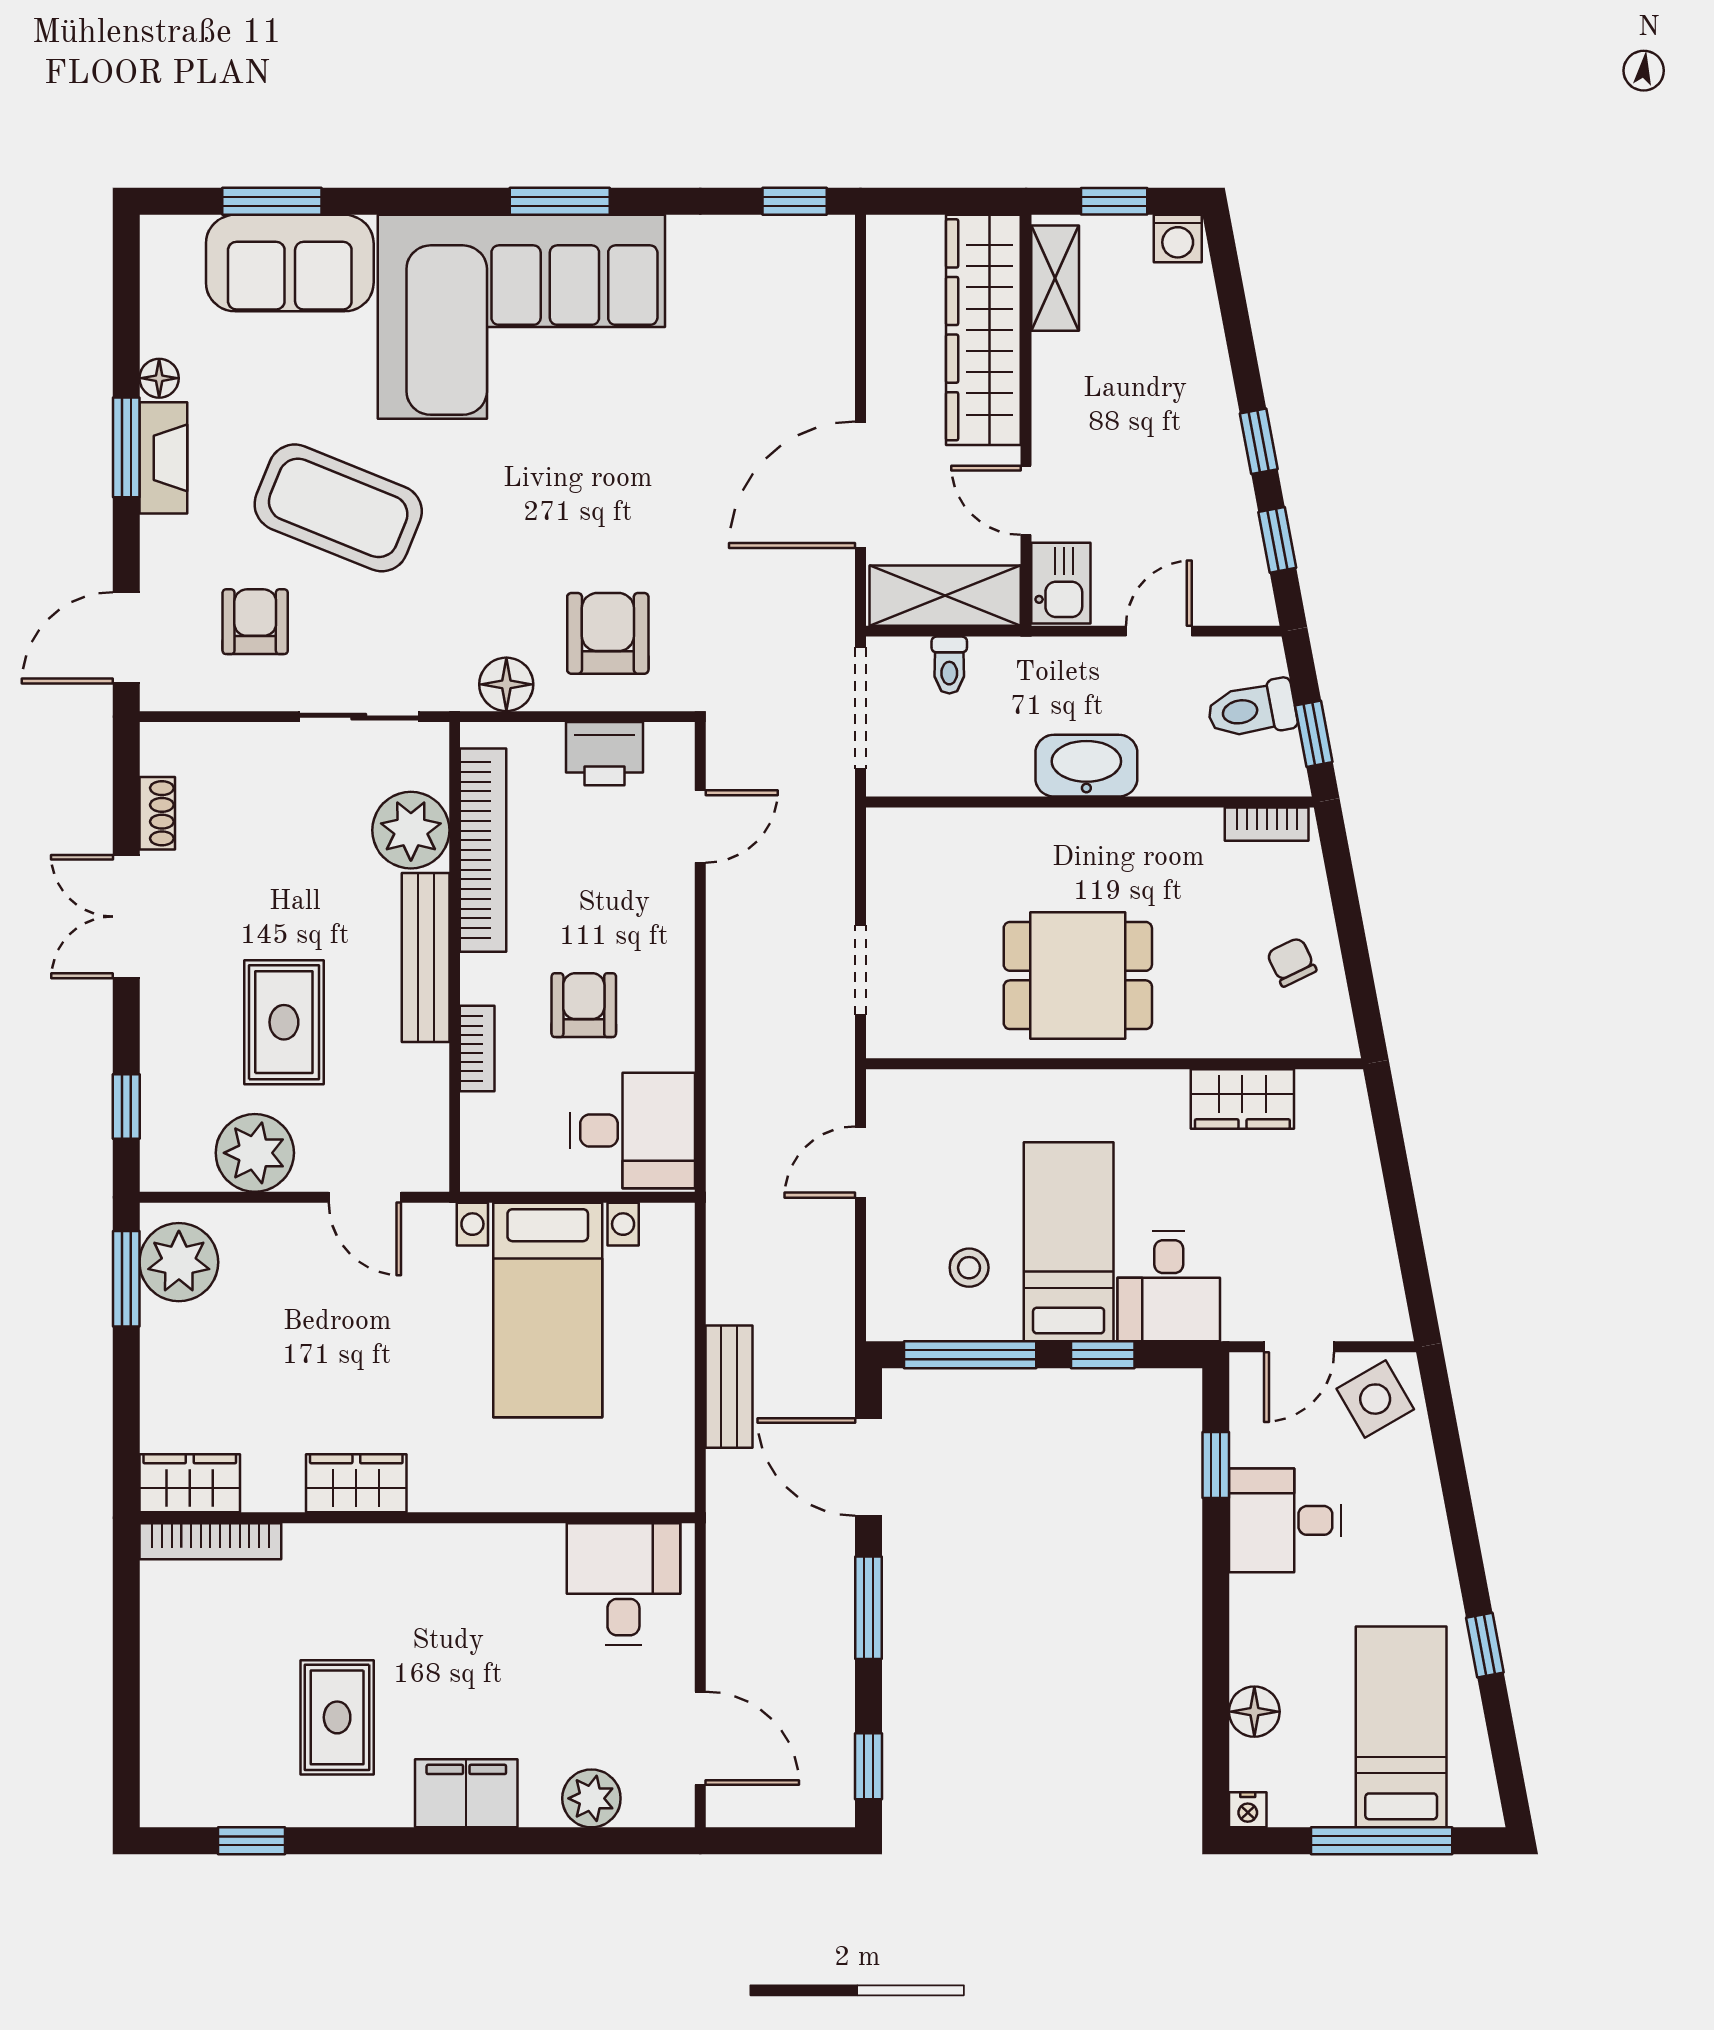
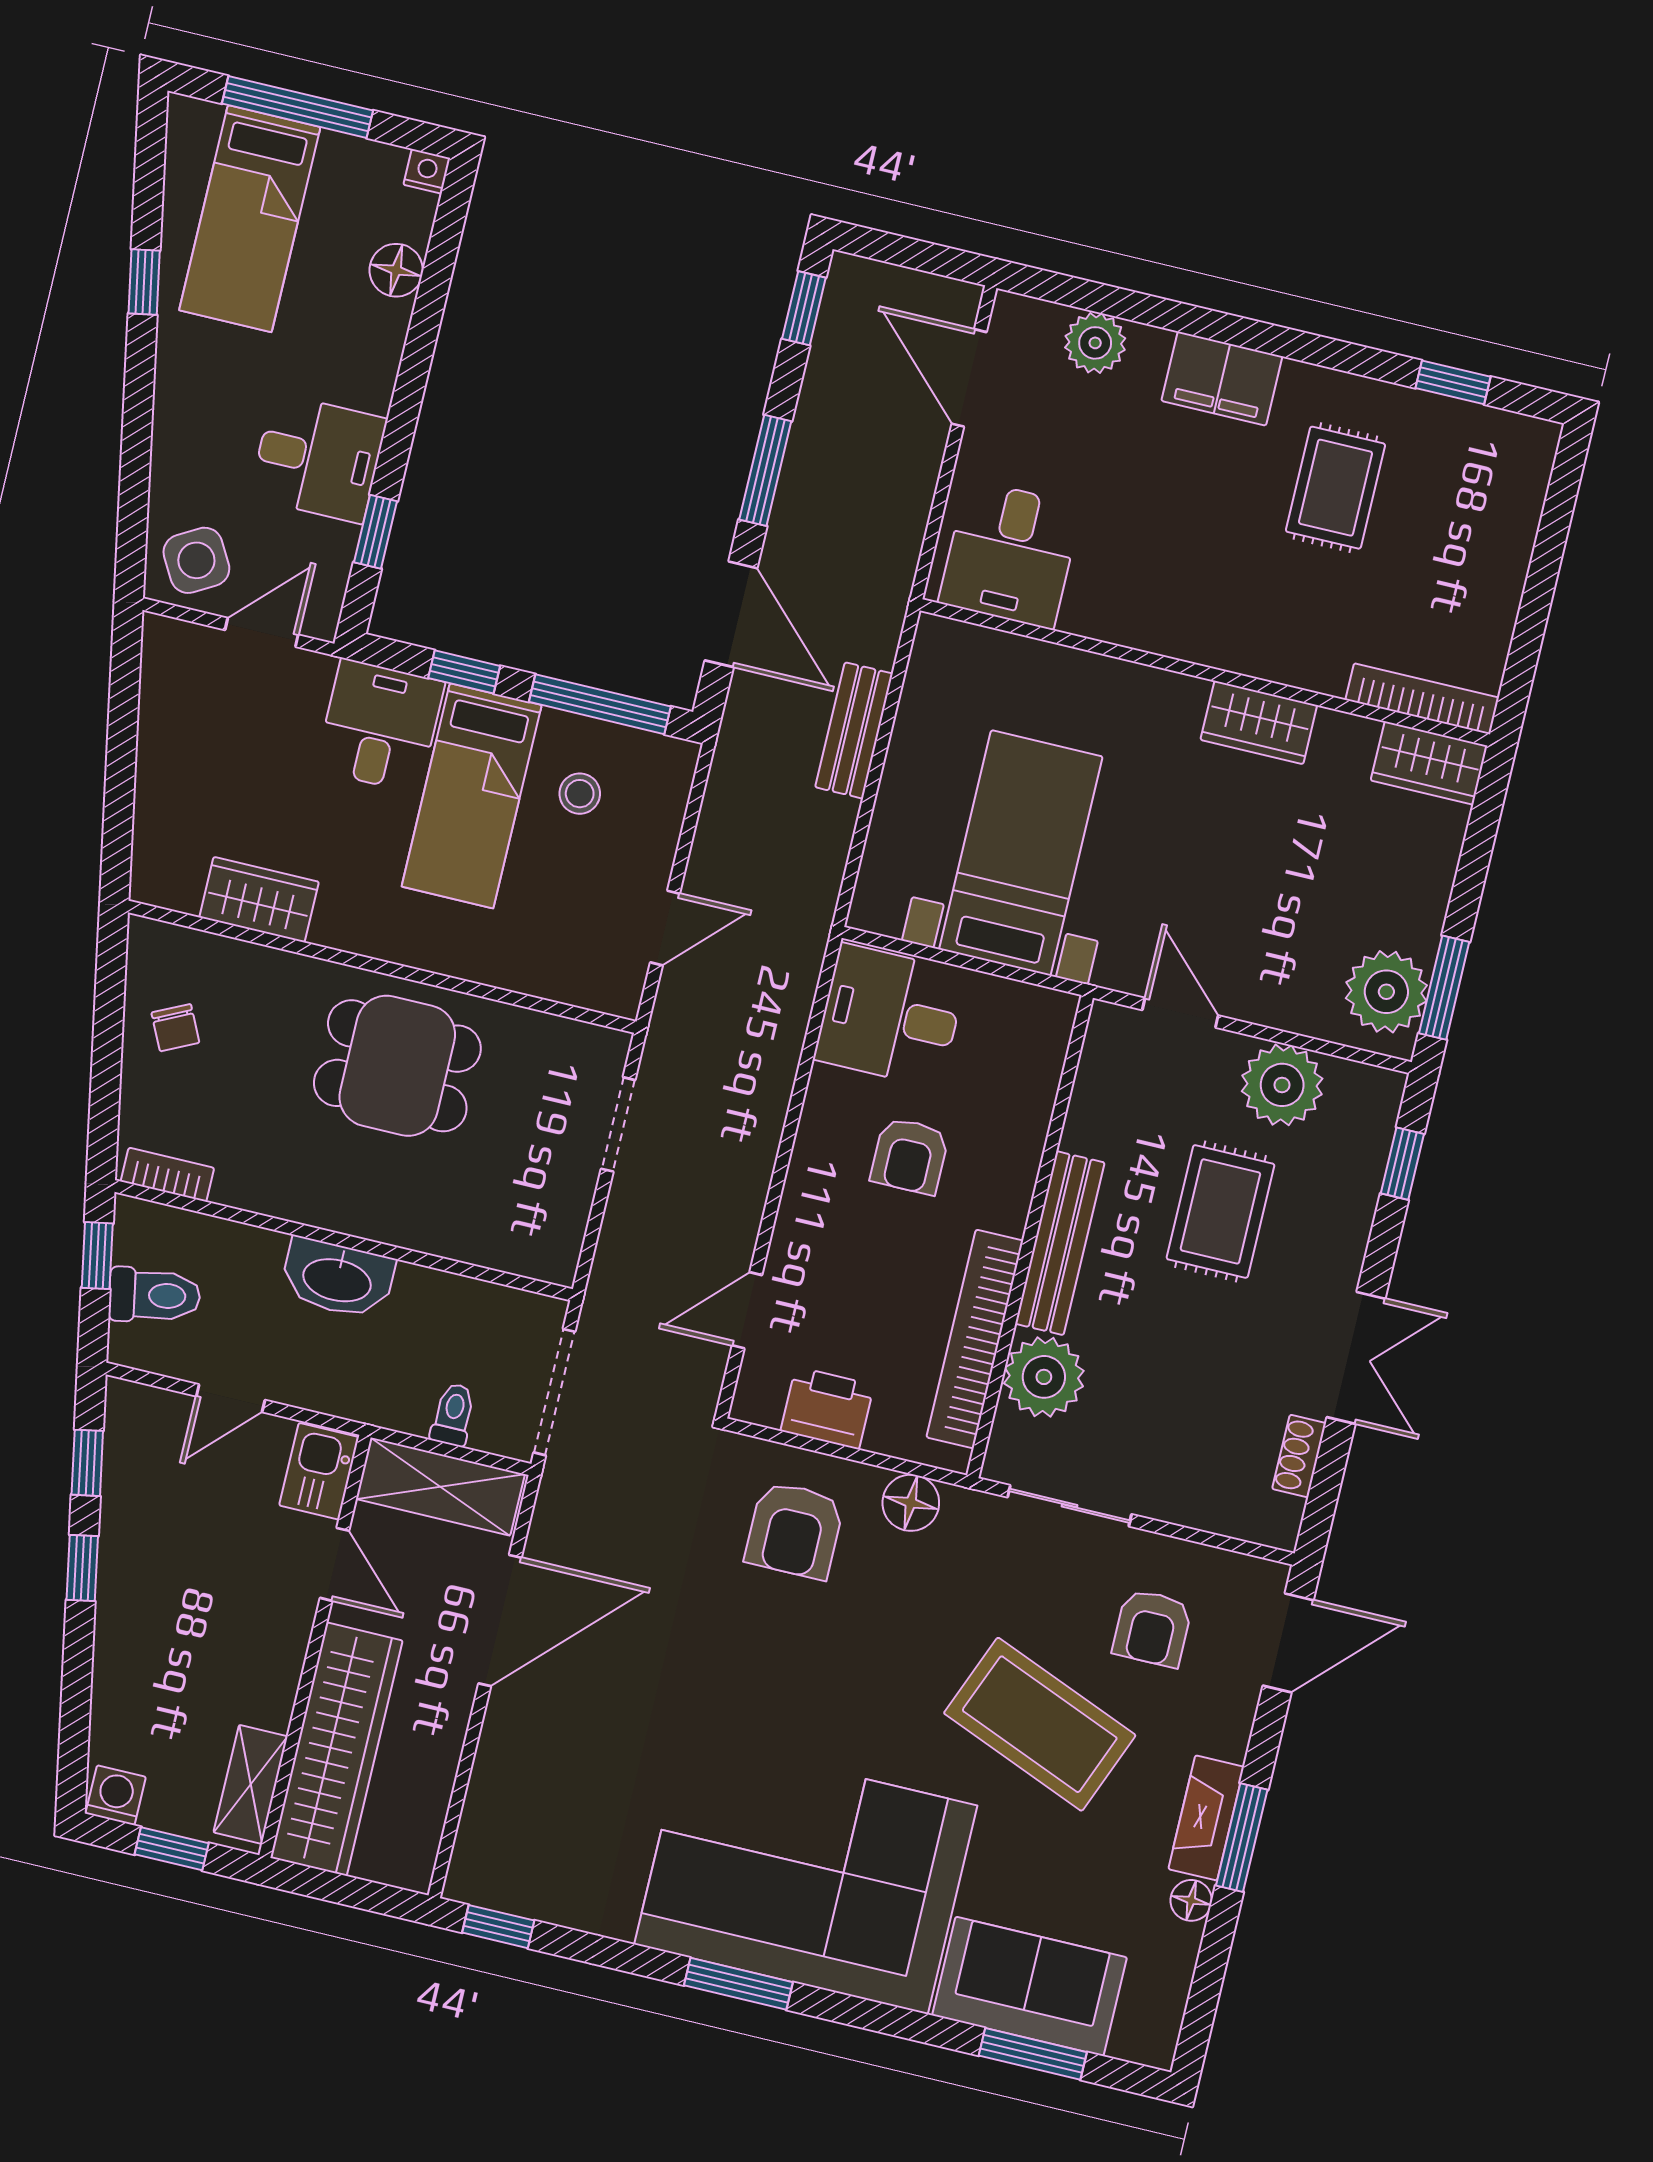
bookcase: (477, 1048) -> (1029, 1138), removed

